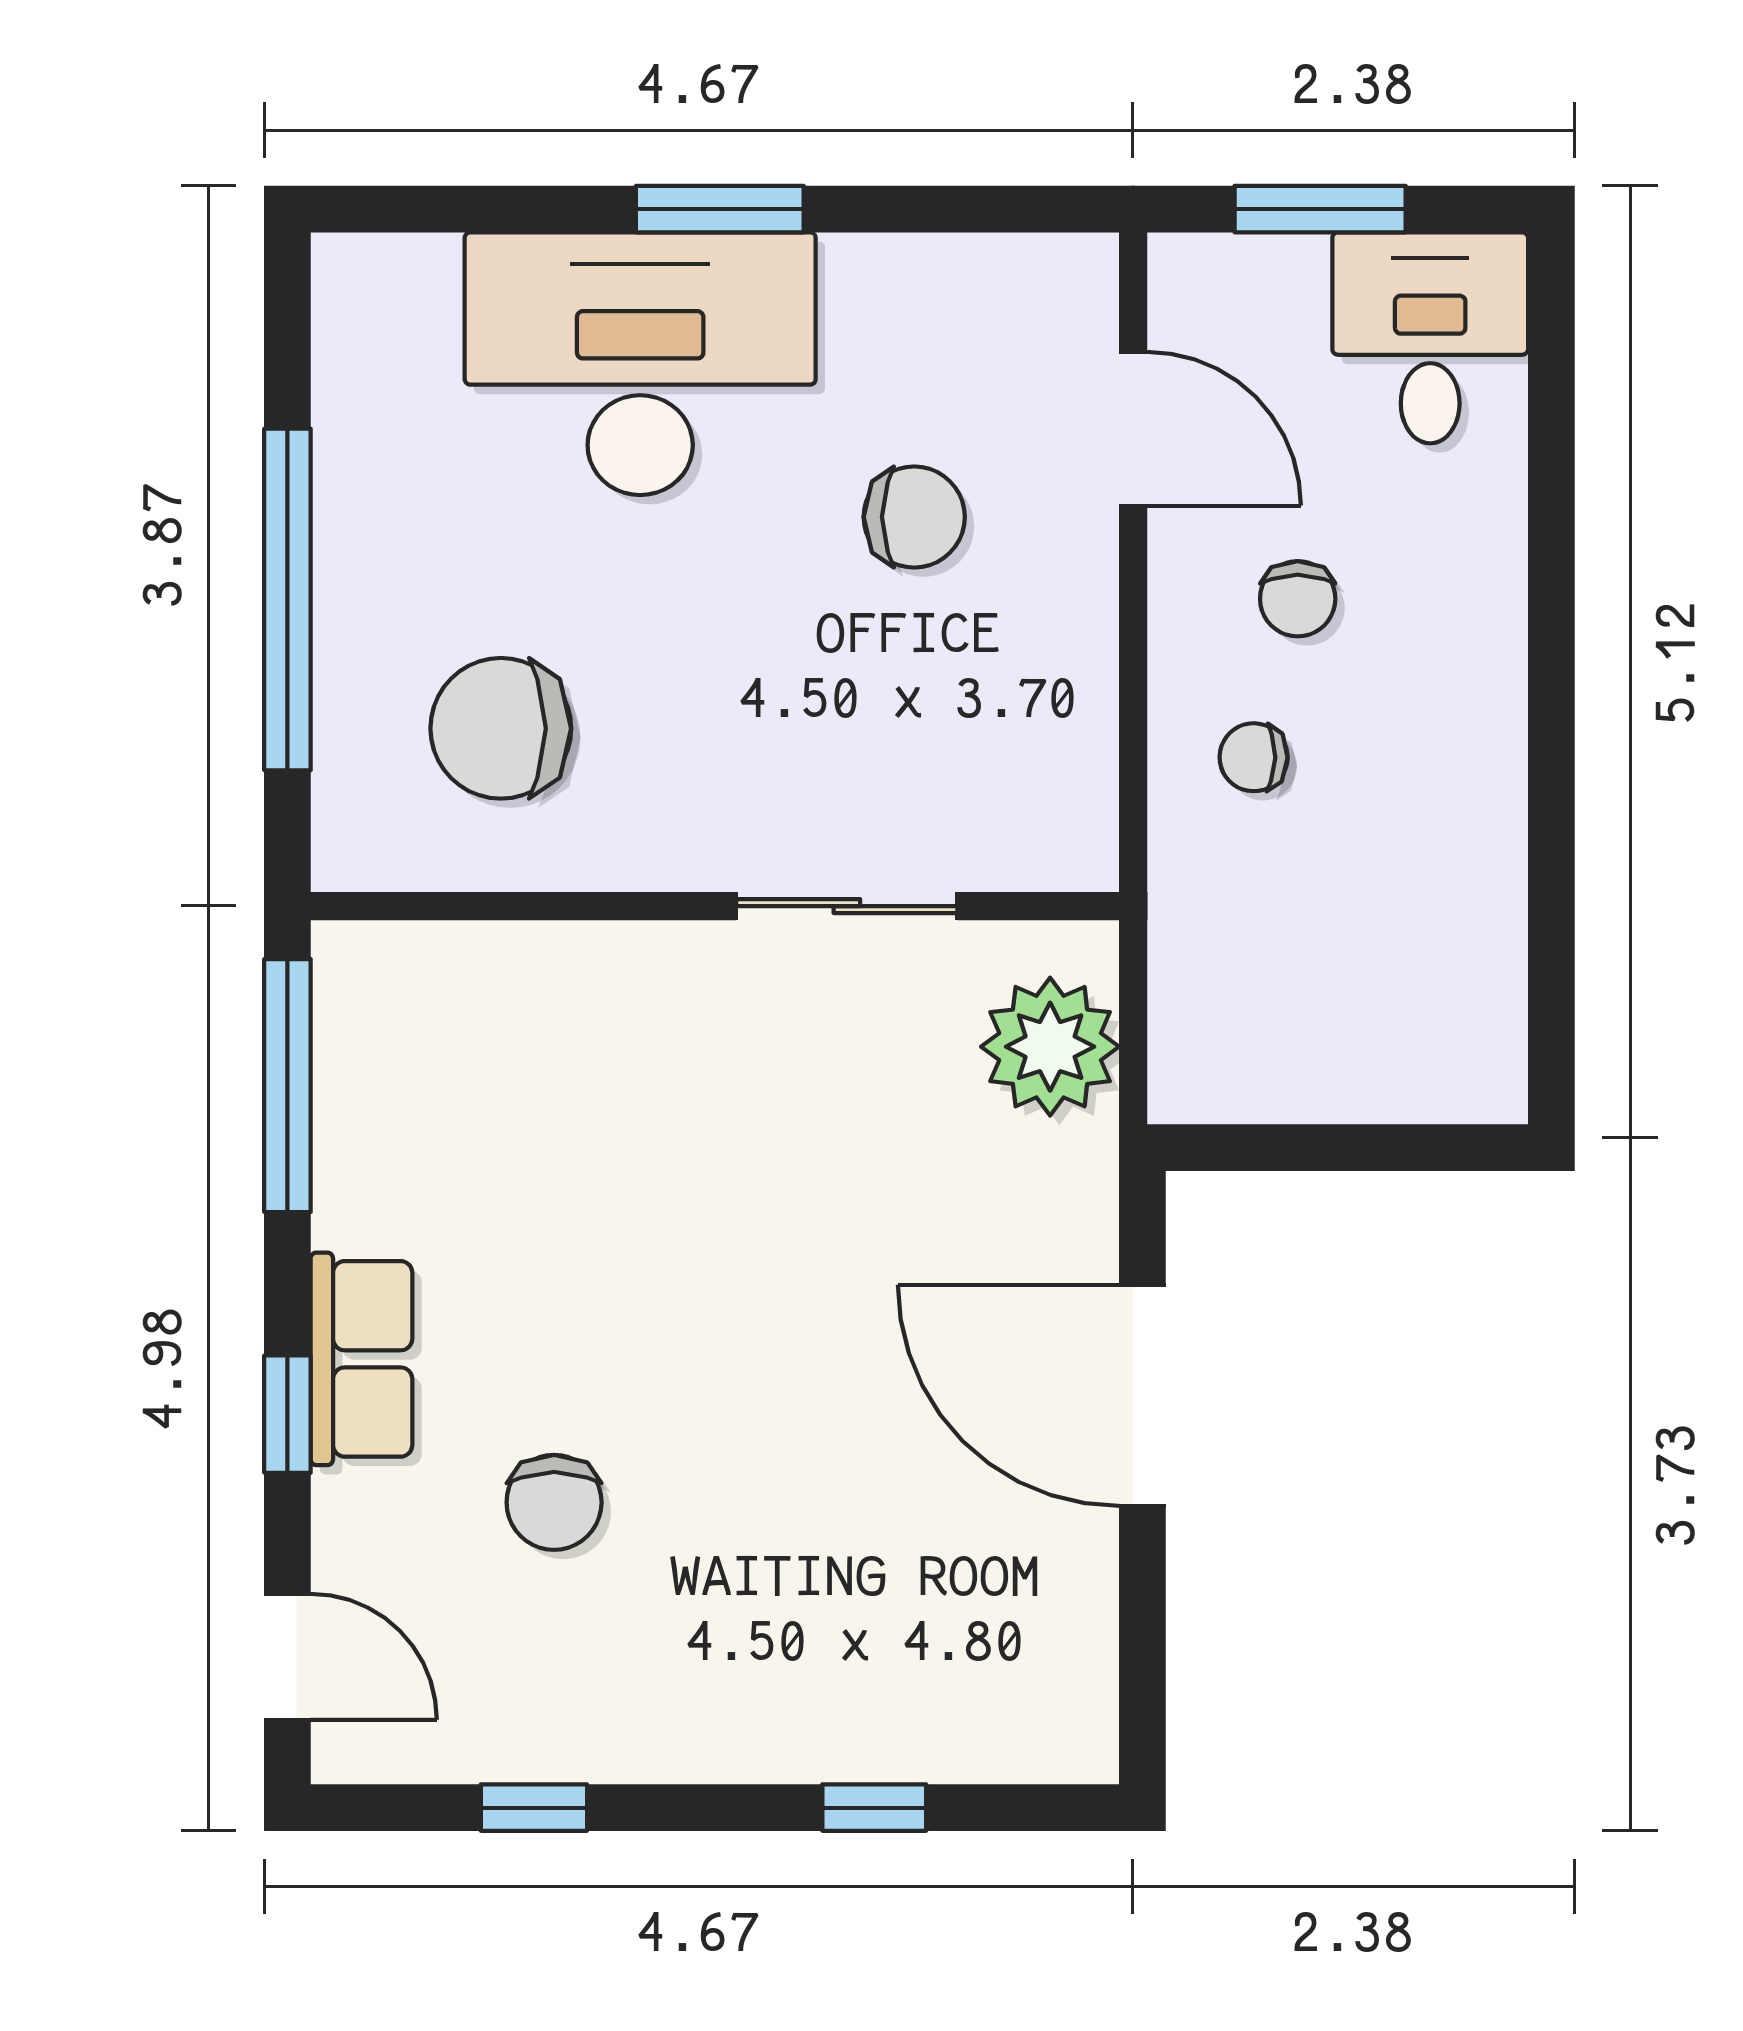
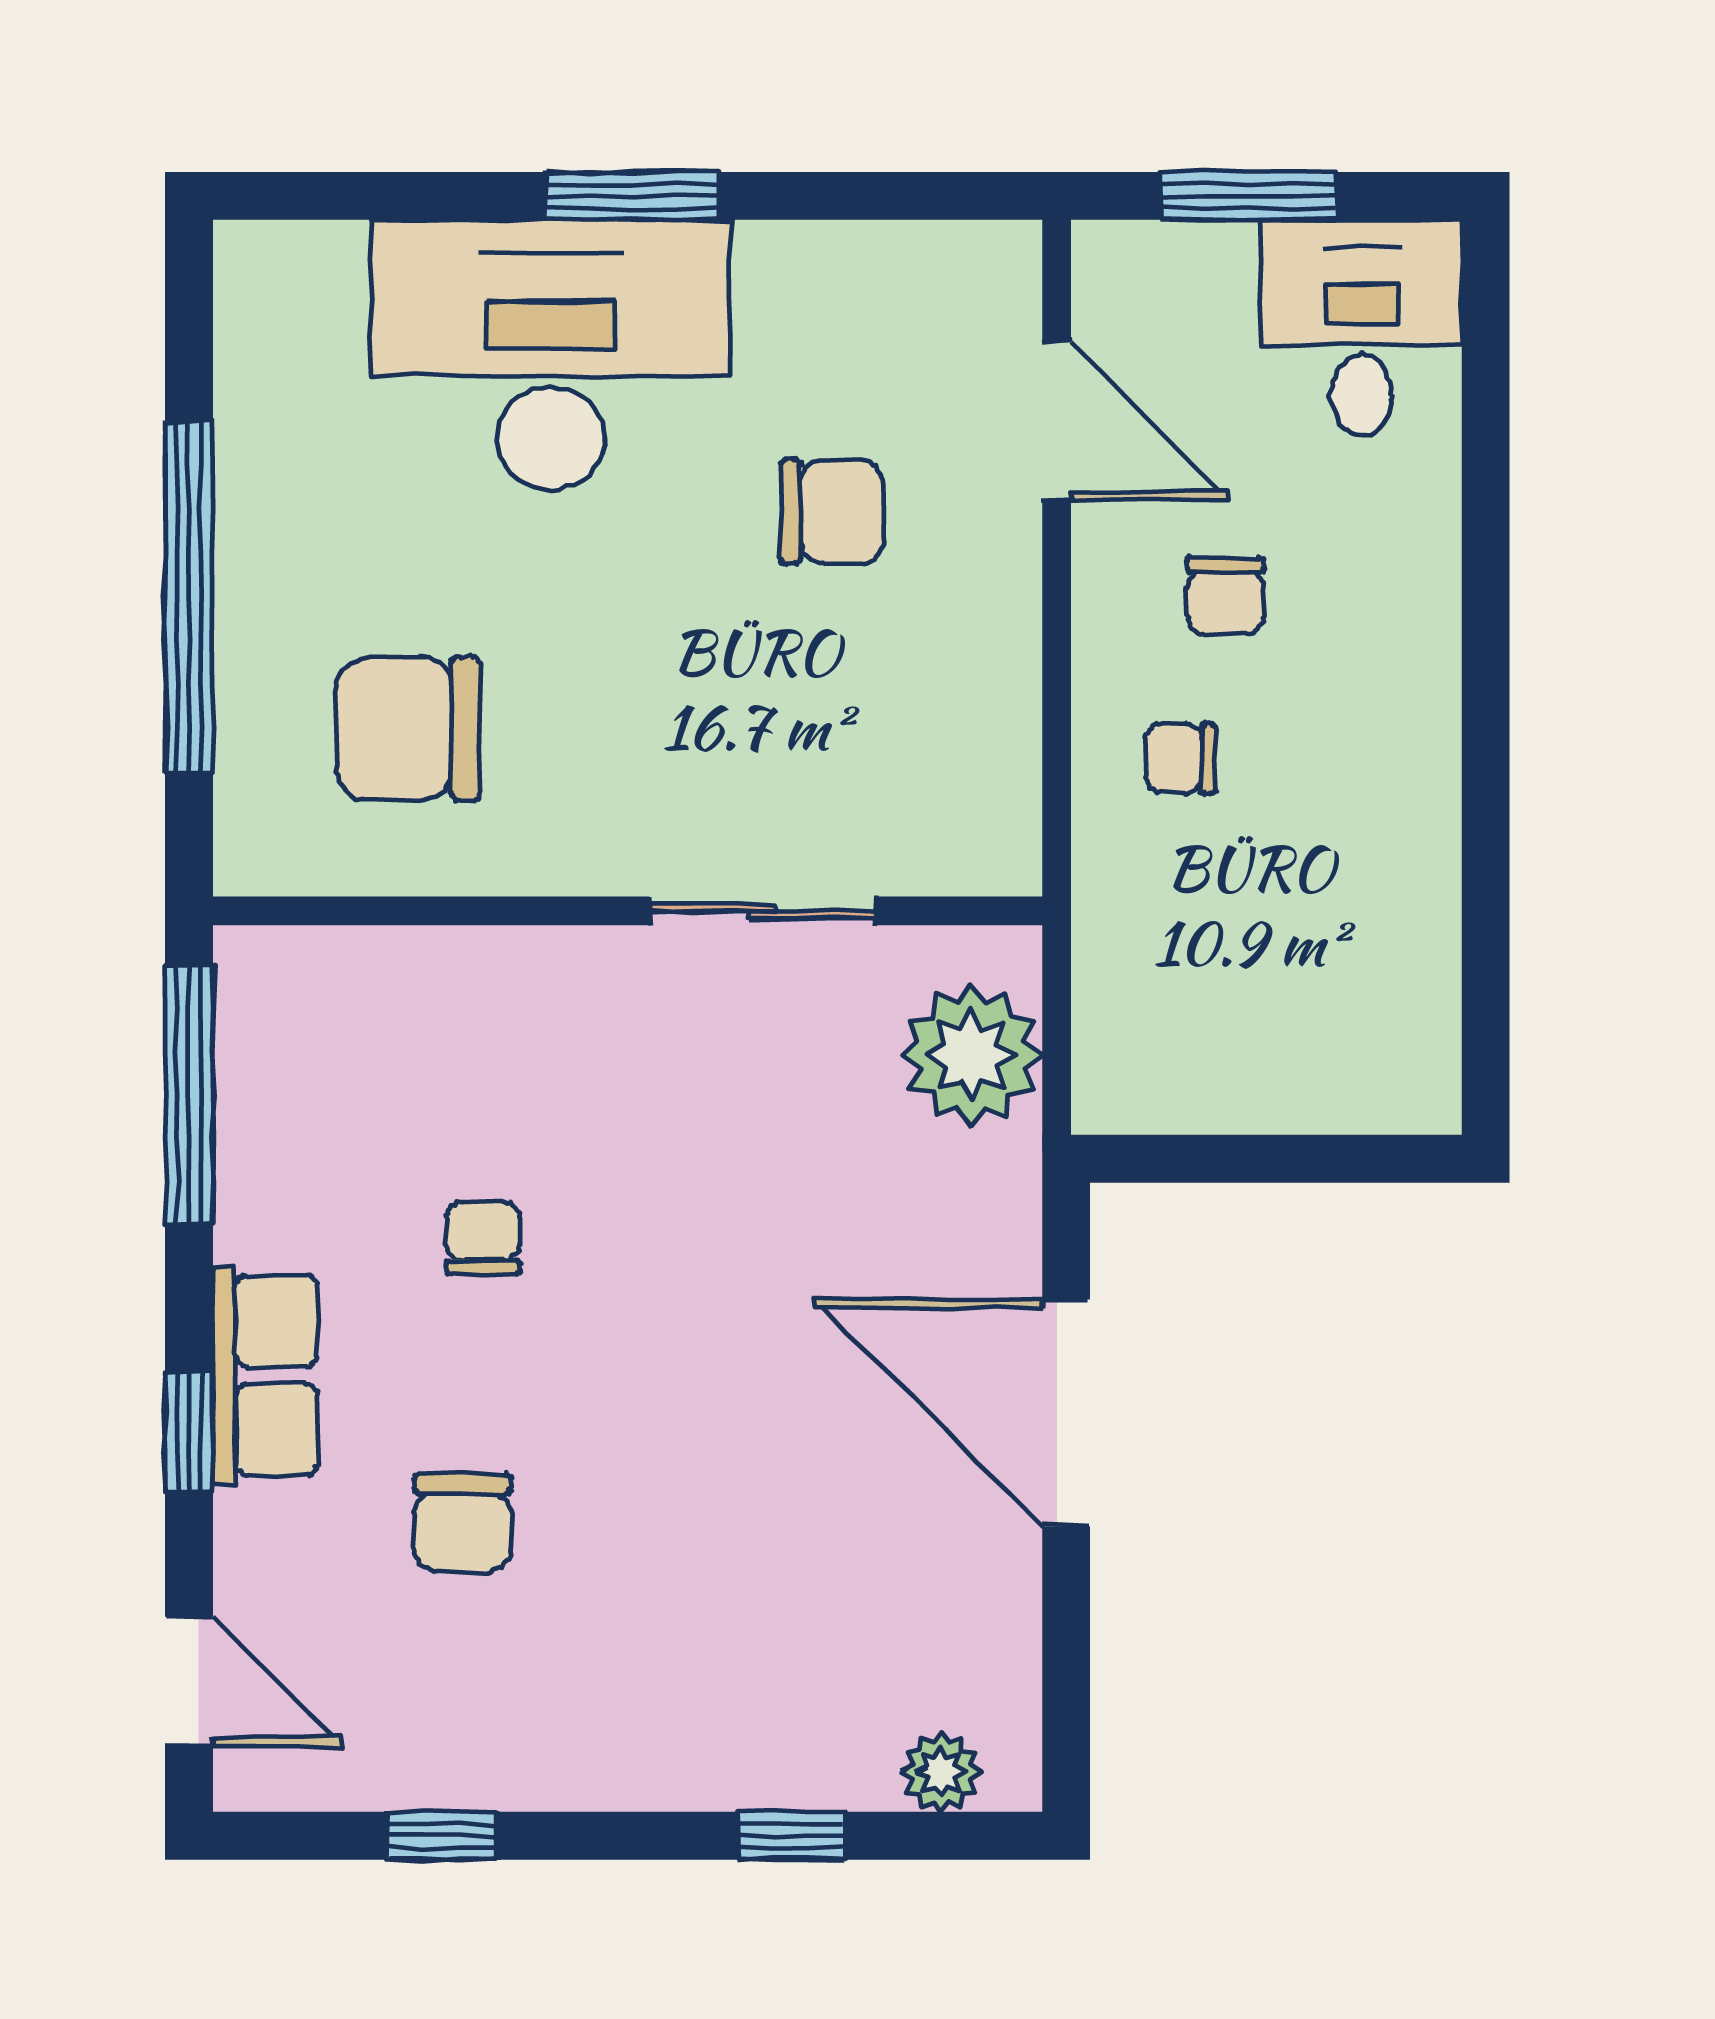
chair: (574, 1225) -> (483, 1238), added
plant: (1020, 1746) -> (941, 1772), added

